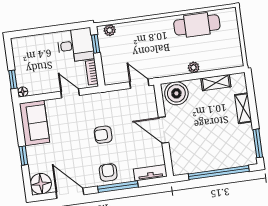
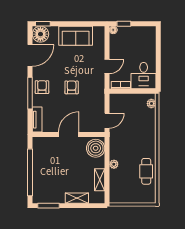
cafe table: (197, 25) -> (146, 171), width x0.73, depth x0.74
window: (96, 44) -> (142, 91), removed
sofa: (34, 123) -> (76, 36), moved
window: (23, 156) -> (43, 24), moved
armchair: (108, 172) -> (42, 87), turned -90

